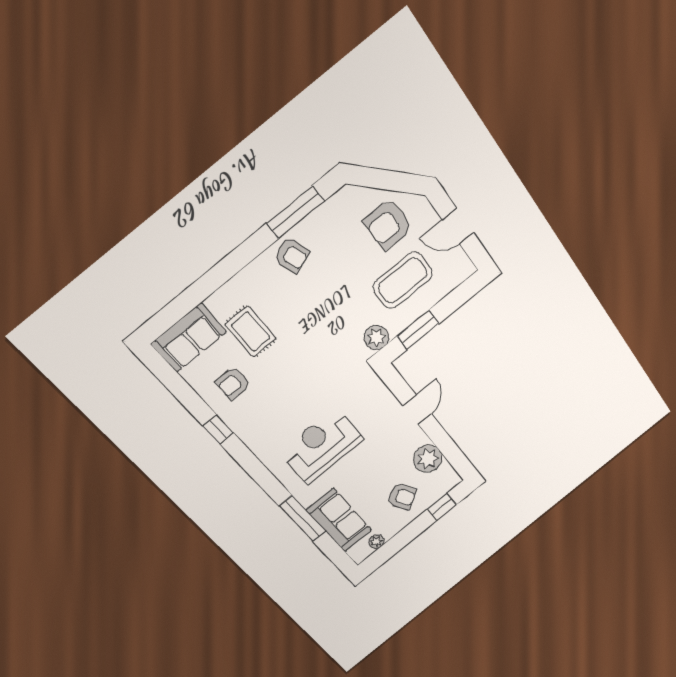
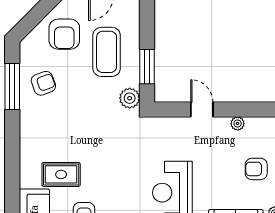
armchair: (292, 255) -> (43, 83), moved
plant: (428, 459) -> (238, 124), width x0.53, depth x0.53
armchair: (402, 496) -> (256, 169), turned -150

